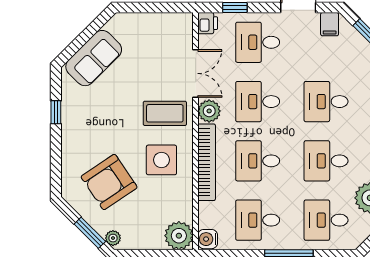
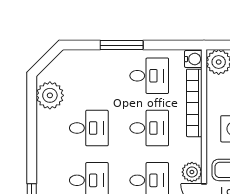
bookcase: (207, 162) -> (194, 103), moved
desk: (326, 220) -> (89, 76), removed

